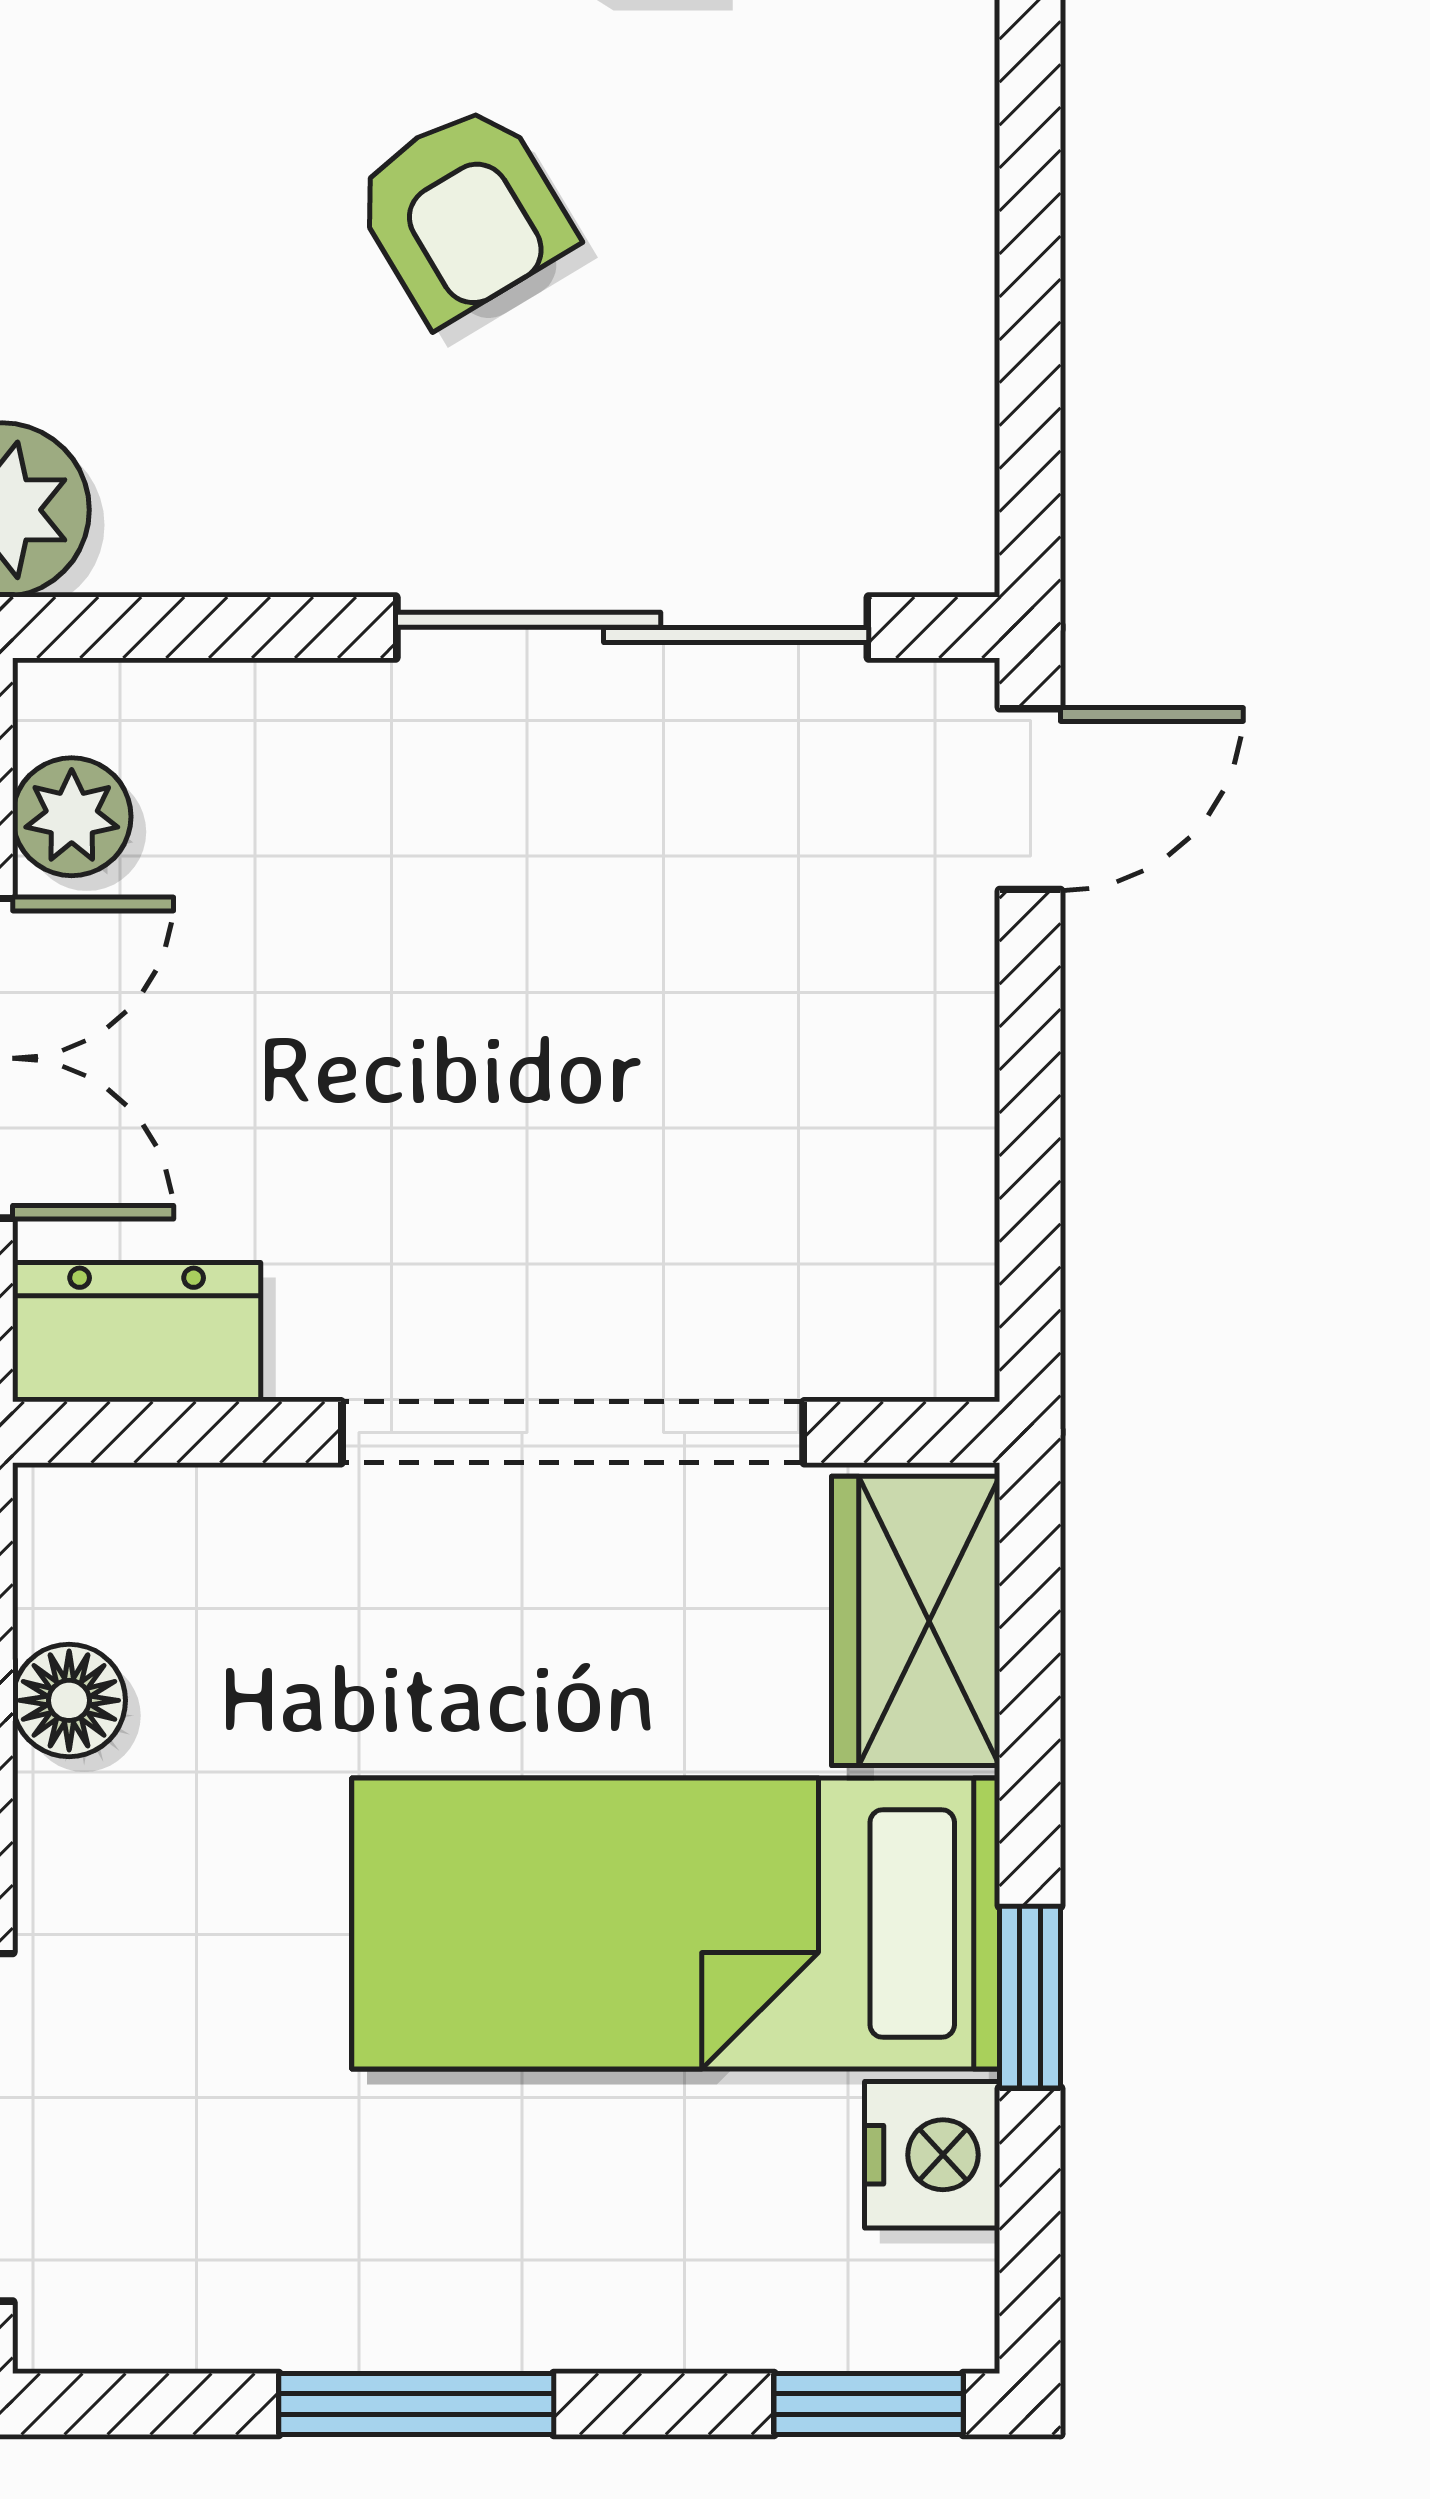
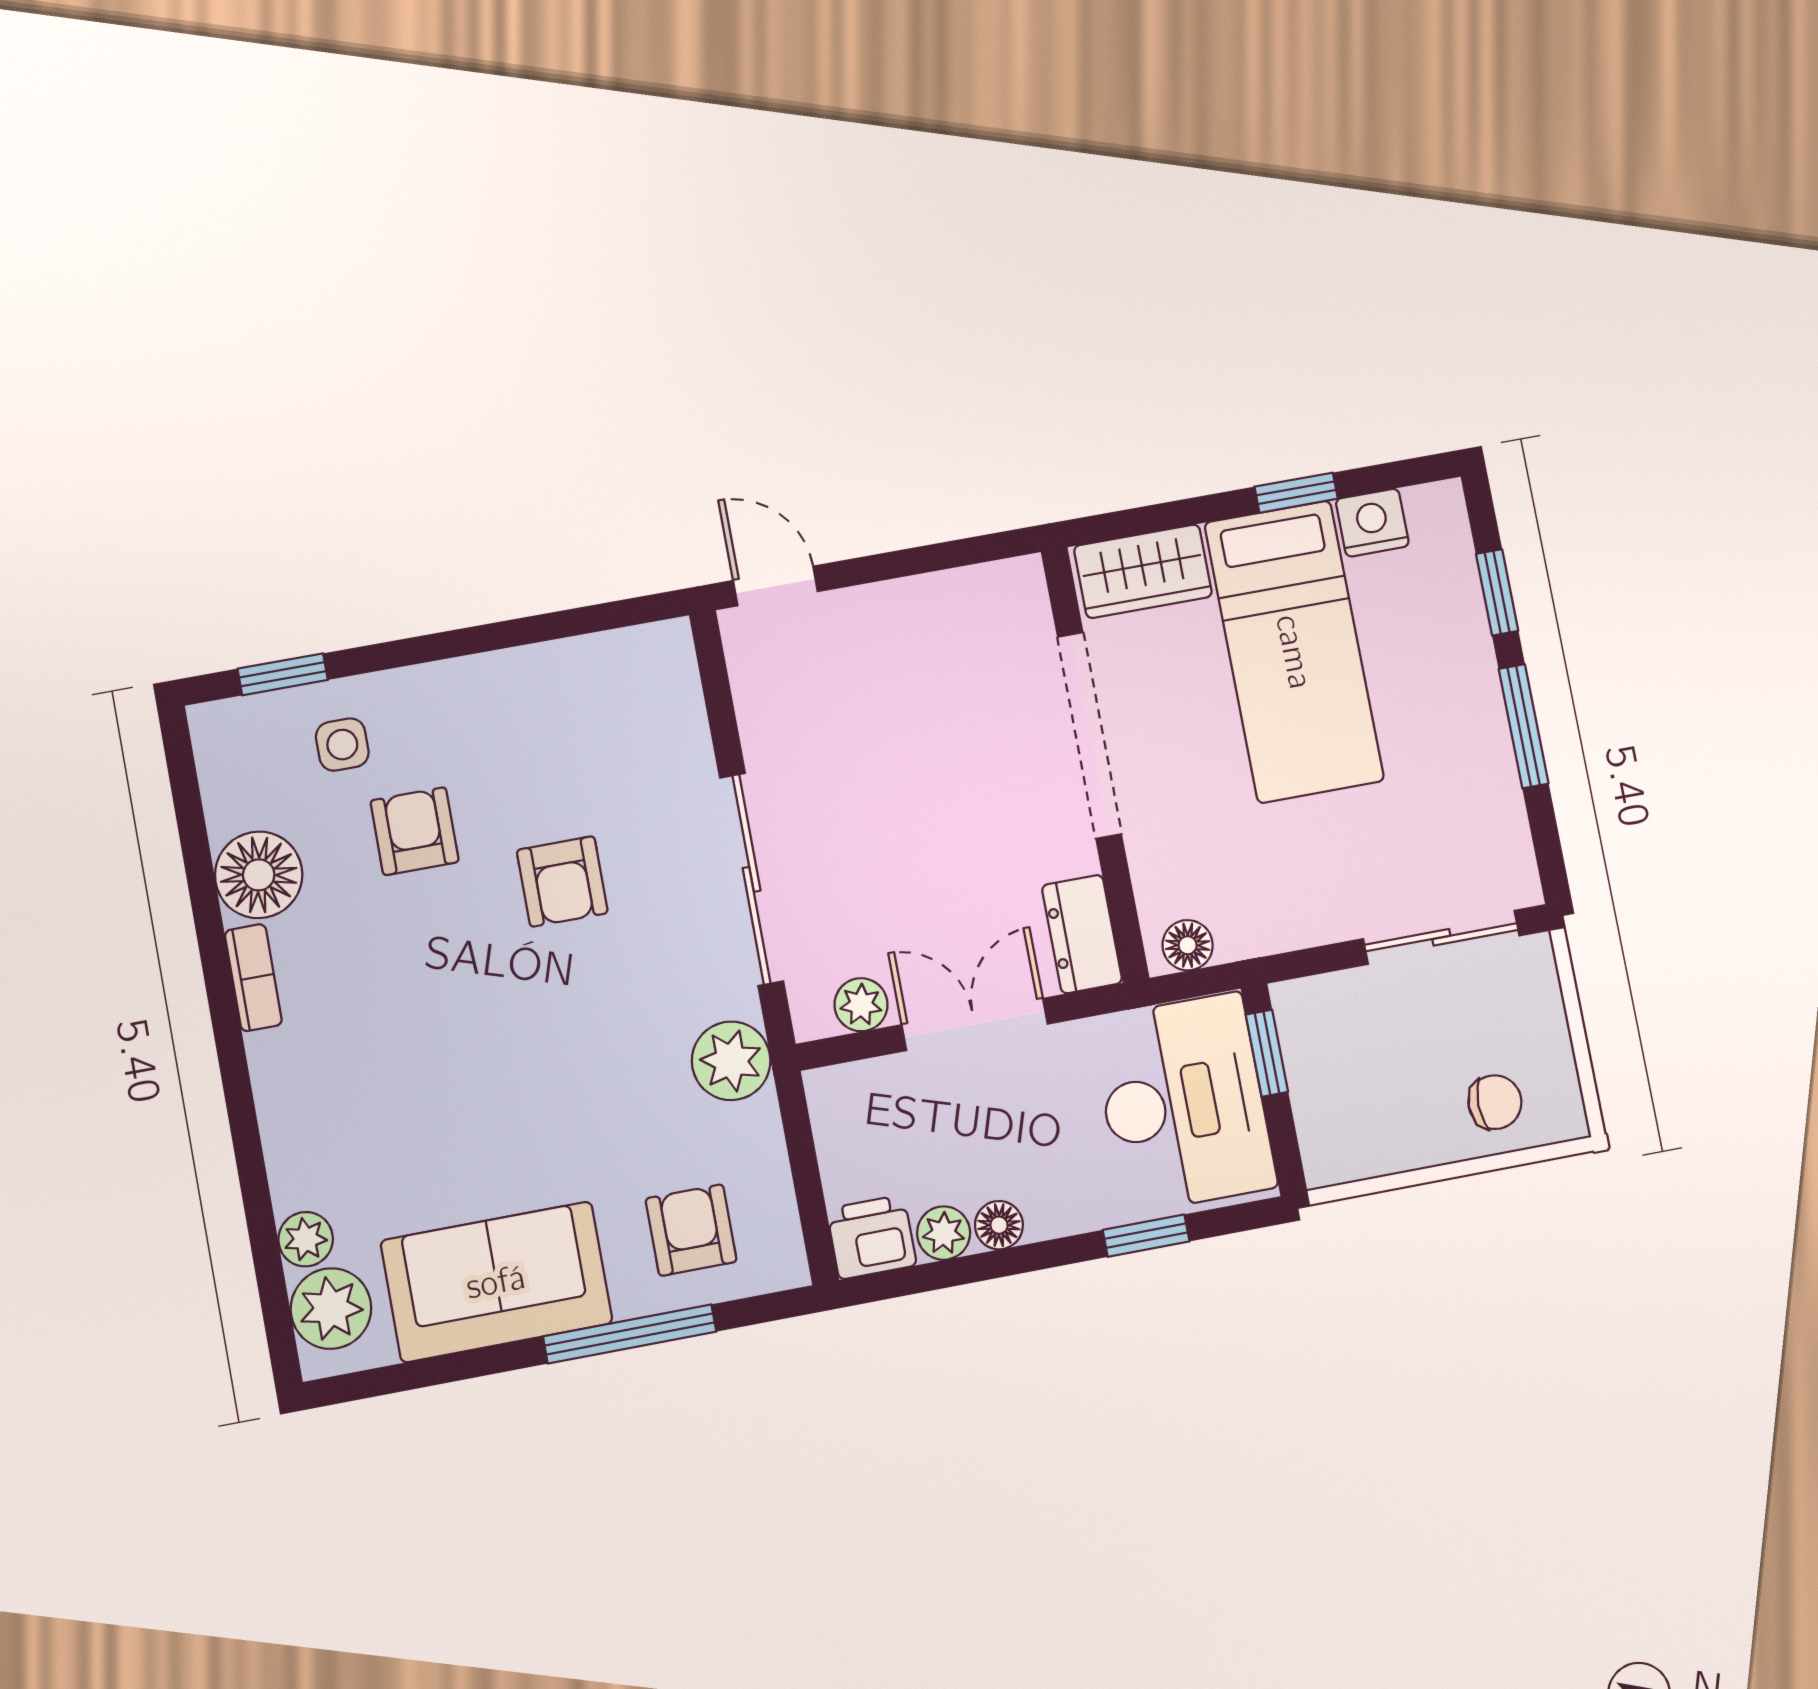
armchair: (463, 212) -> (562, 881), turned 121
sliding door: (632, 627) -> (752, 879), moved
floor lamp: (69, 1700) -> (1188, 945), moved
window: (869, 2404) -> (1497, 592), moved

